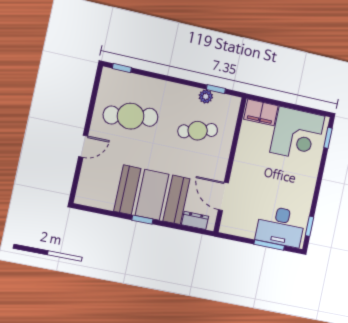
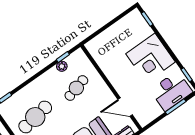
filing cabinet: (261, 112) -> (98, 44), removed
corner desk: (297, 134) -> (151, 58), moved, turned 90

